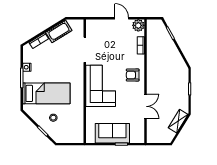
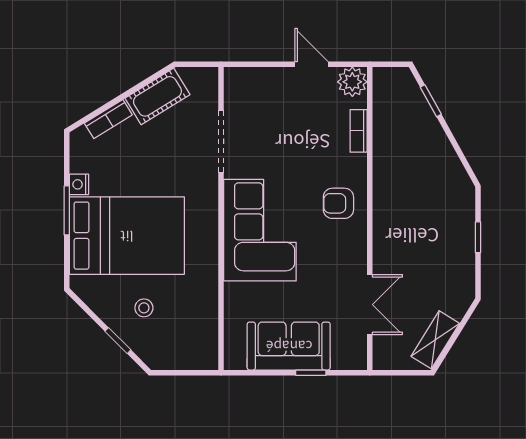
bed: (46, 93) -> (127, 236), width x1.50
double door: (145, 106) -> (370, 305), moved
shelving: (178, 121) -> (435, 340), moved

